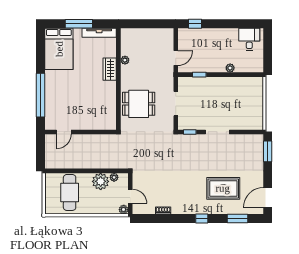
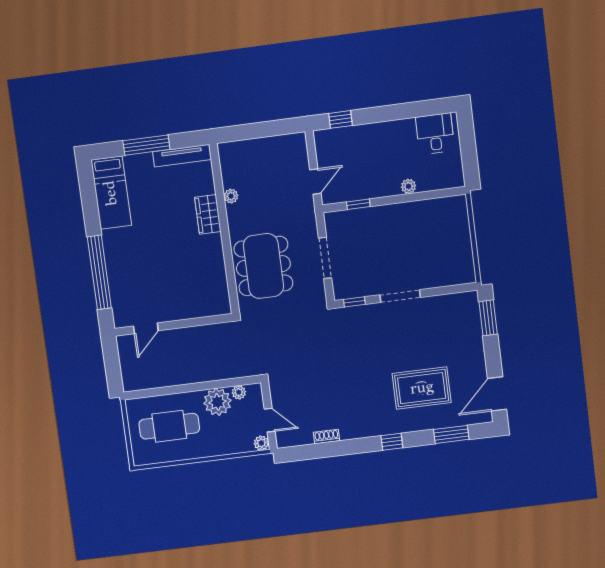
bed: (59, 49) -> (111, 193), width x0.67
dining table: (139, 104) -> (263, 266), width x1.38
cafe table: (70, 192) -> (169, 426), turned 90

